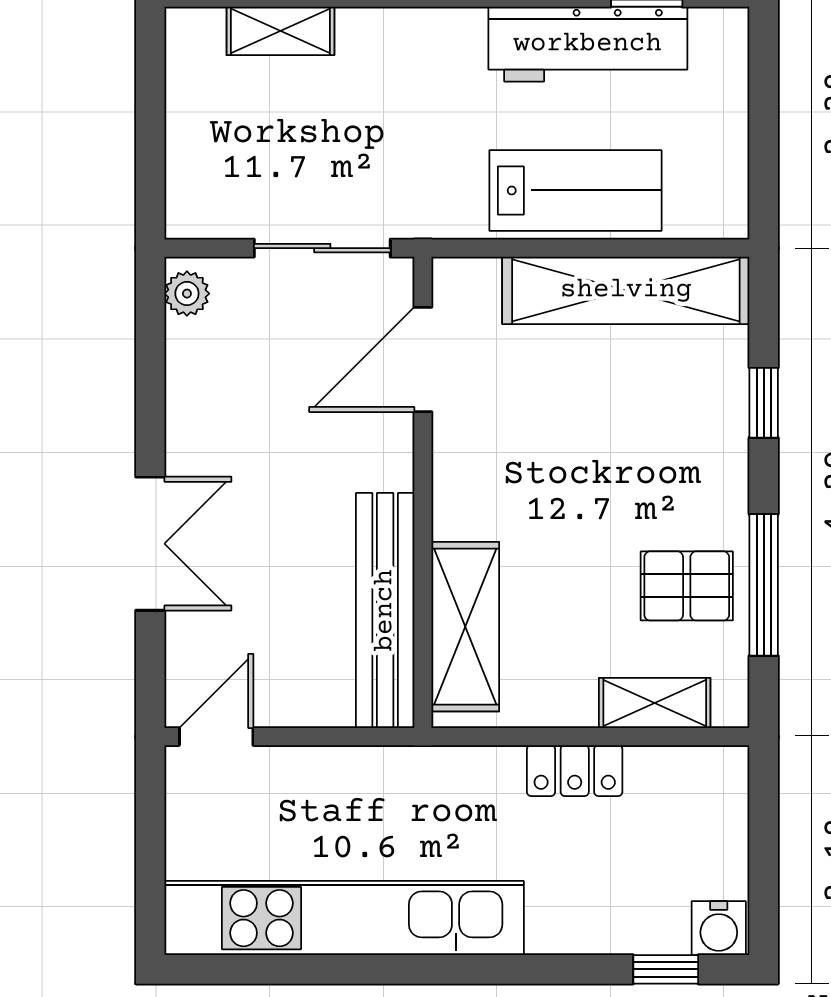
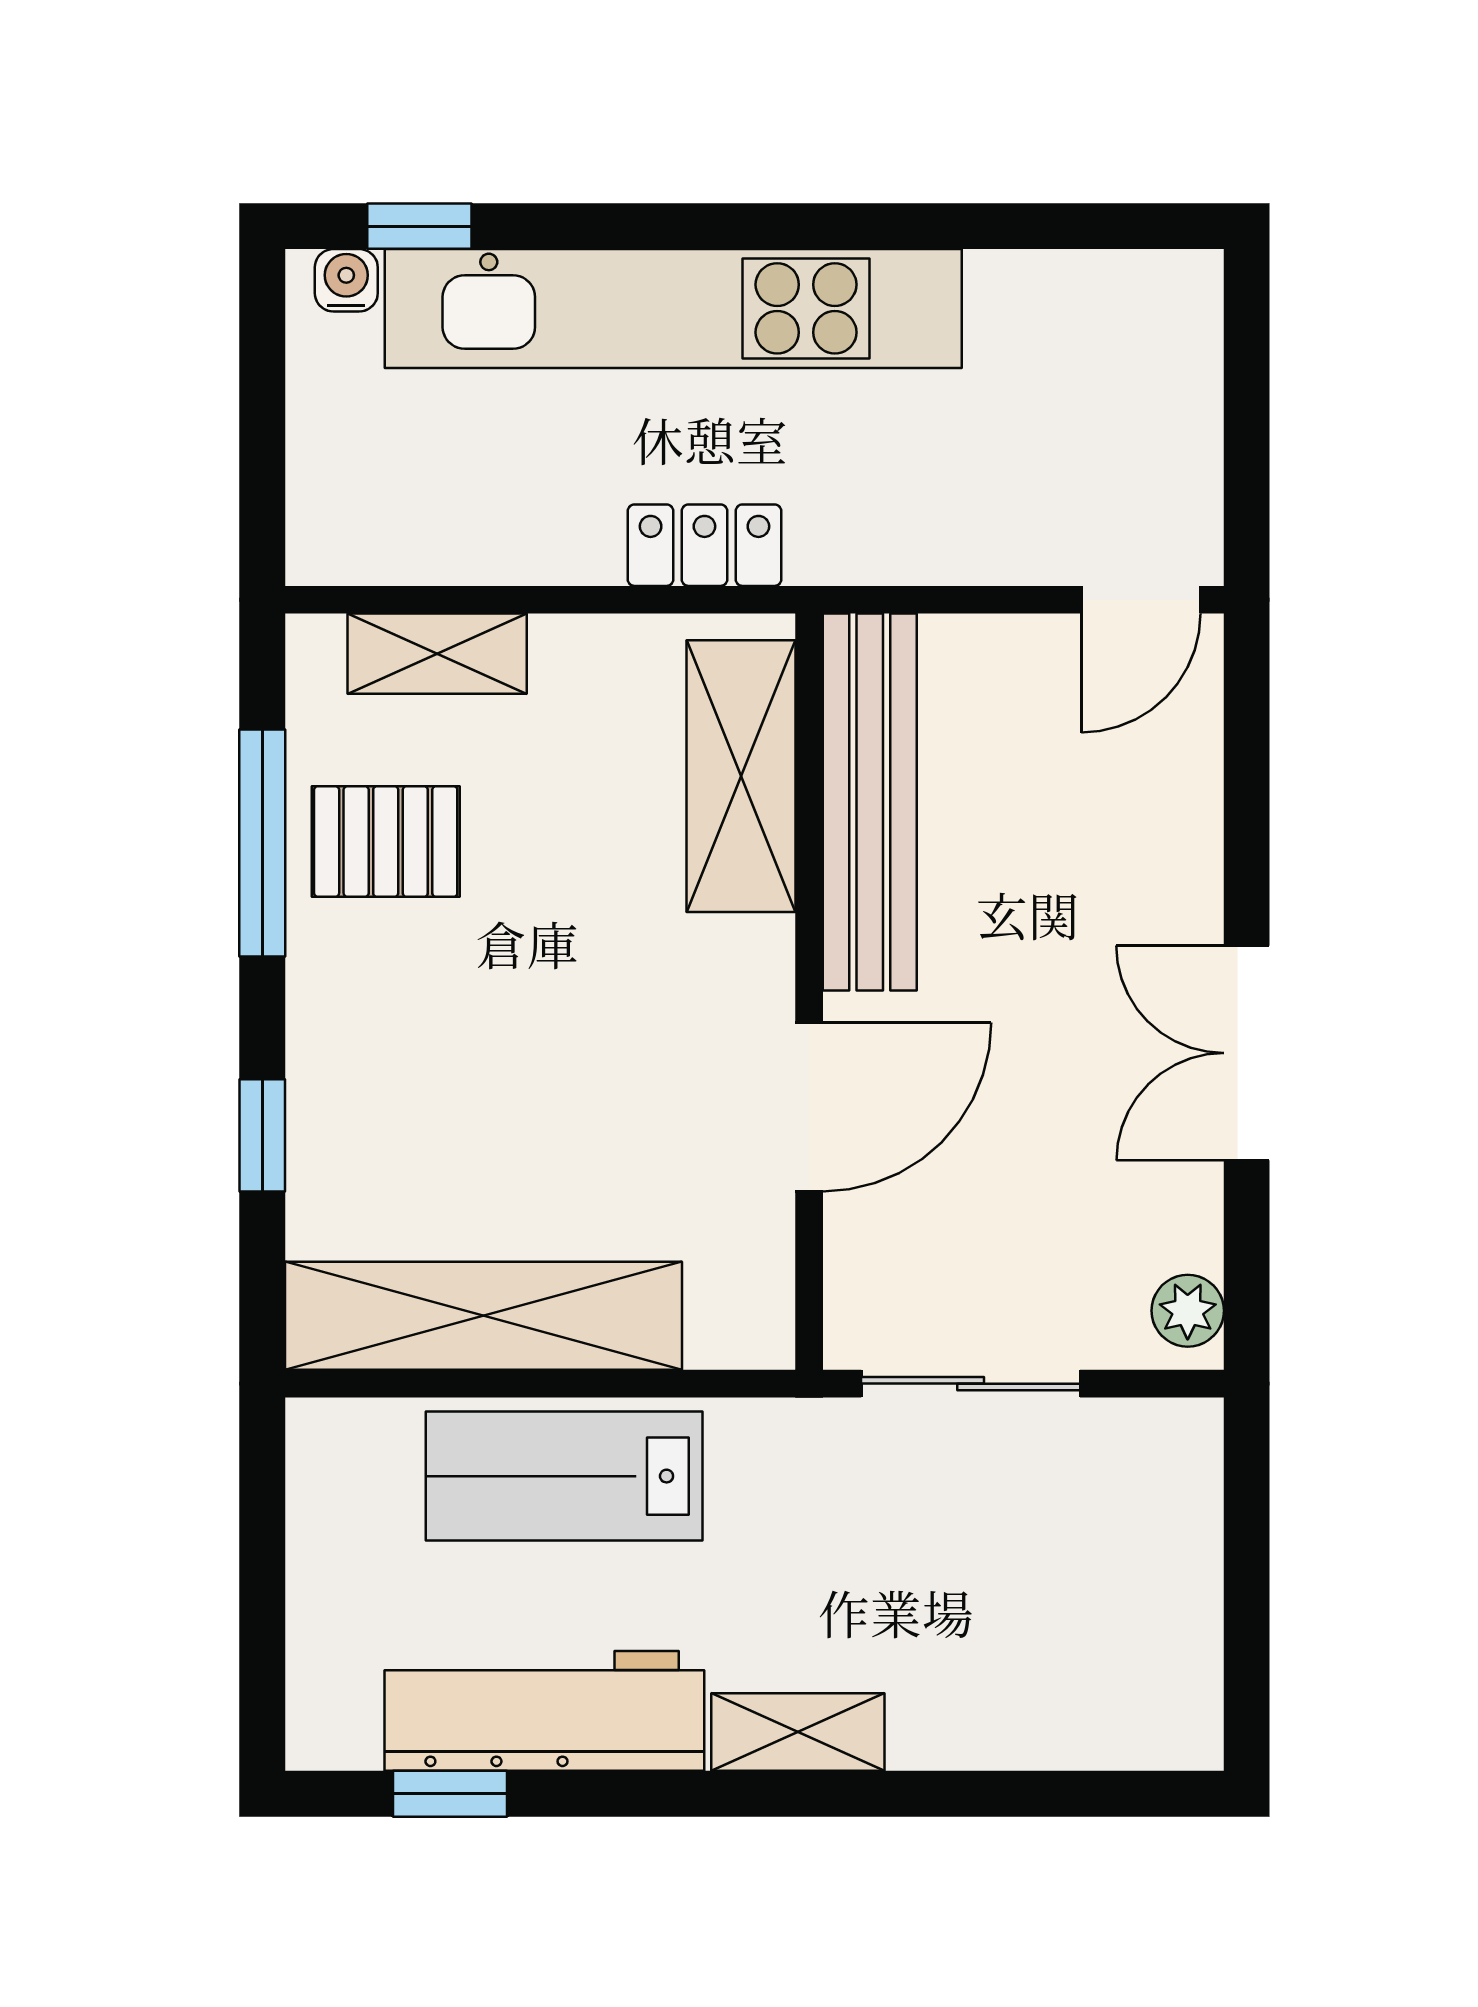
shelving: (280, 31) -> (798, 1732), moved
door: (423, 359) -> (809, 1107), moved
double door: (150, 544) -> (1247, 1053), moved
locker: (575, 771) -> (704, 545), moved
kitchen unit: (344, 918) -> (673, 308), moved
water cooler: (719, 928) -> (346, 280), width x0.72, depth x0.72

